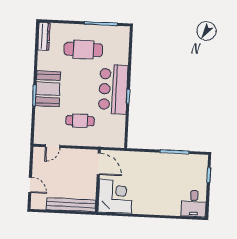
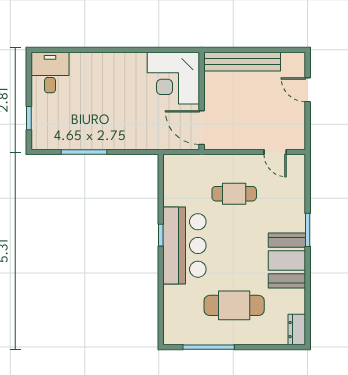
dresser: (44, 36) -> (297, 330), width x0.70
booth: (48, 89) -> (287, 261), moved
door: (53, 146) -> (275, 152), swing flipped

